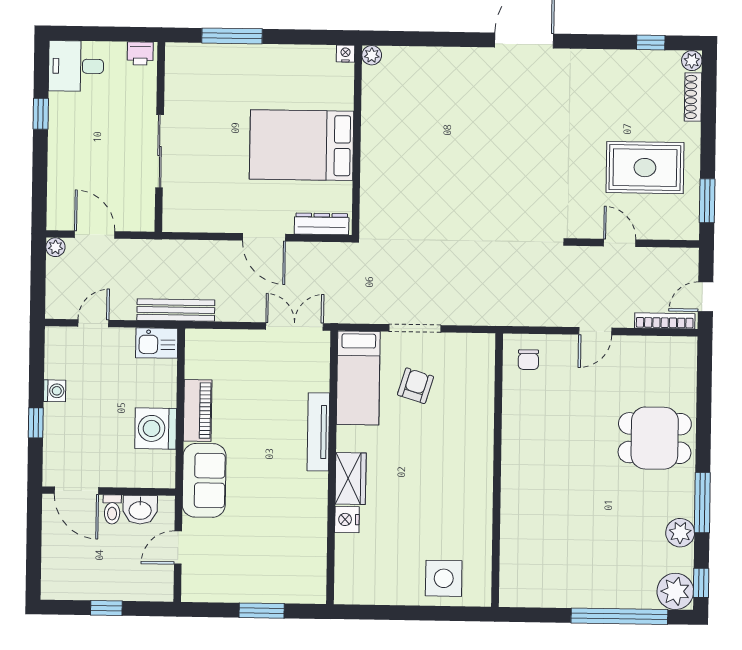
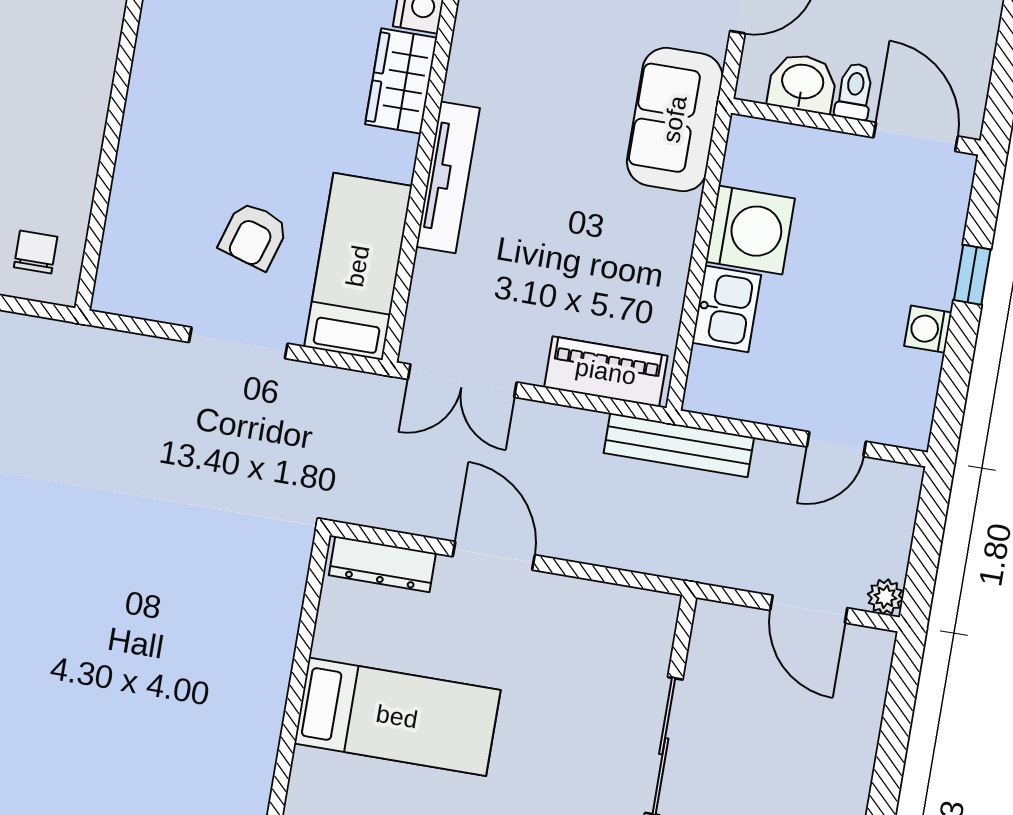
bed: (302, 145) -> (397, 717), width x0.67
kitchen sink: (157, 343) -> (727, 309), moved, turned 90
piano: (198, 410) -> (606, 372), moved, turned 90

